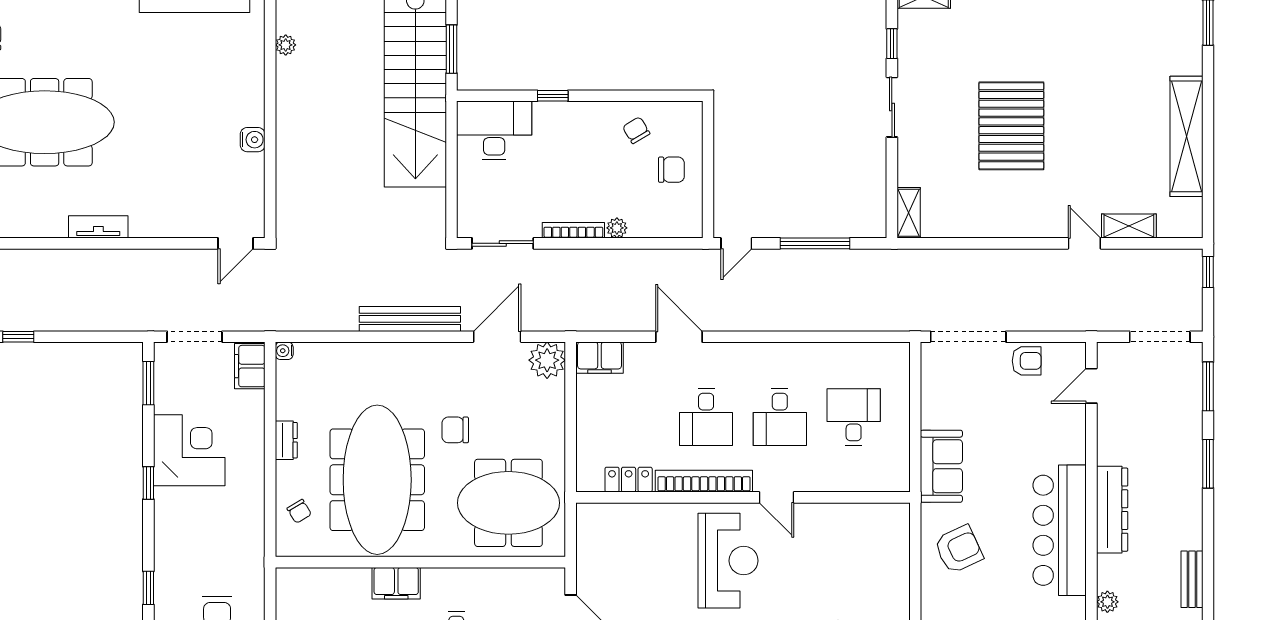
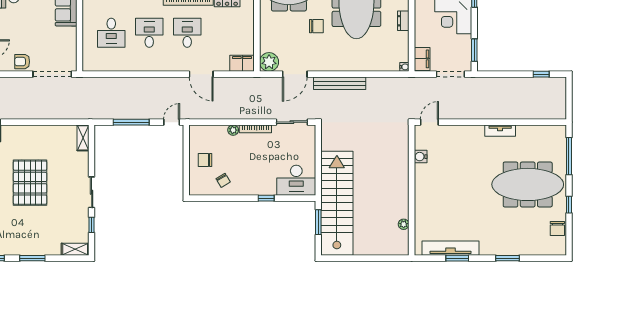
water cooler: (253, 140) -> (421, 157), moved

